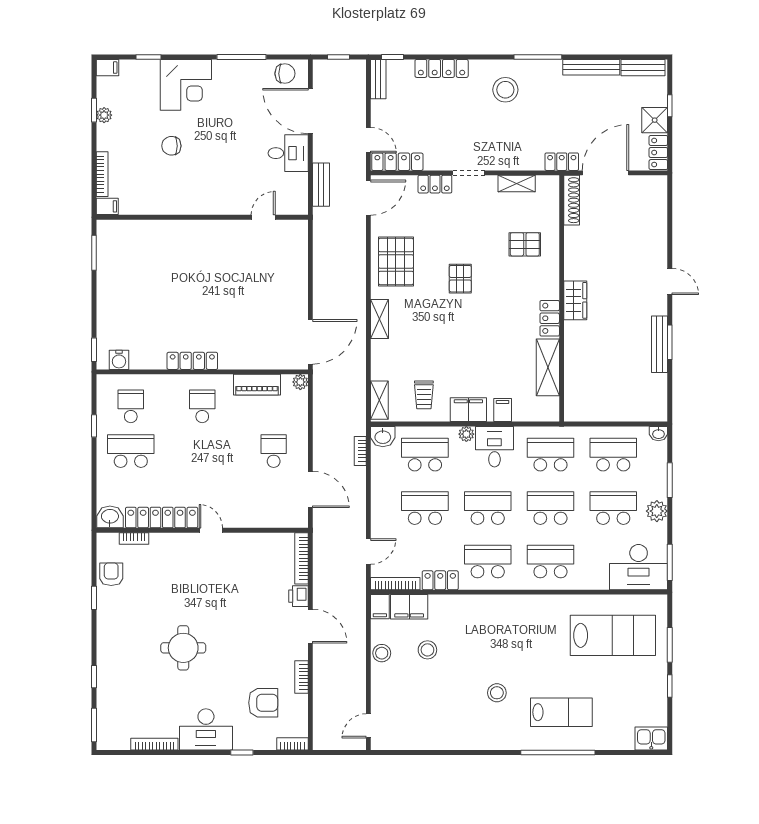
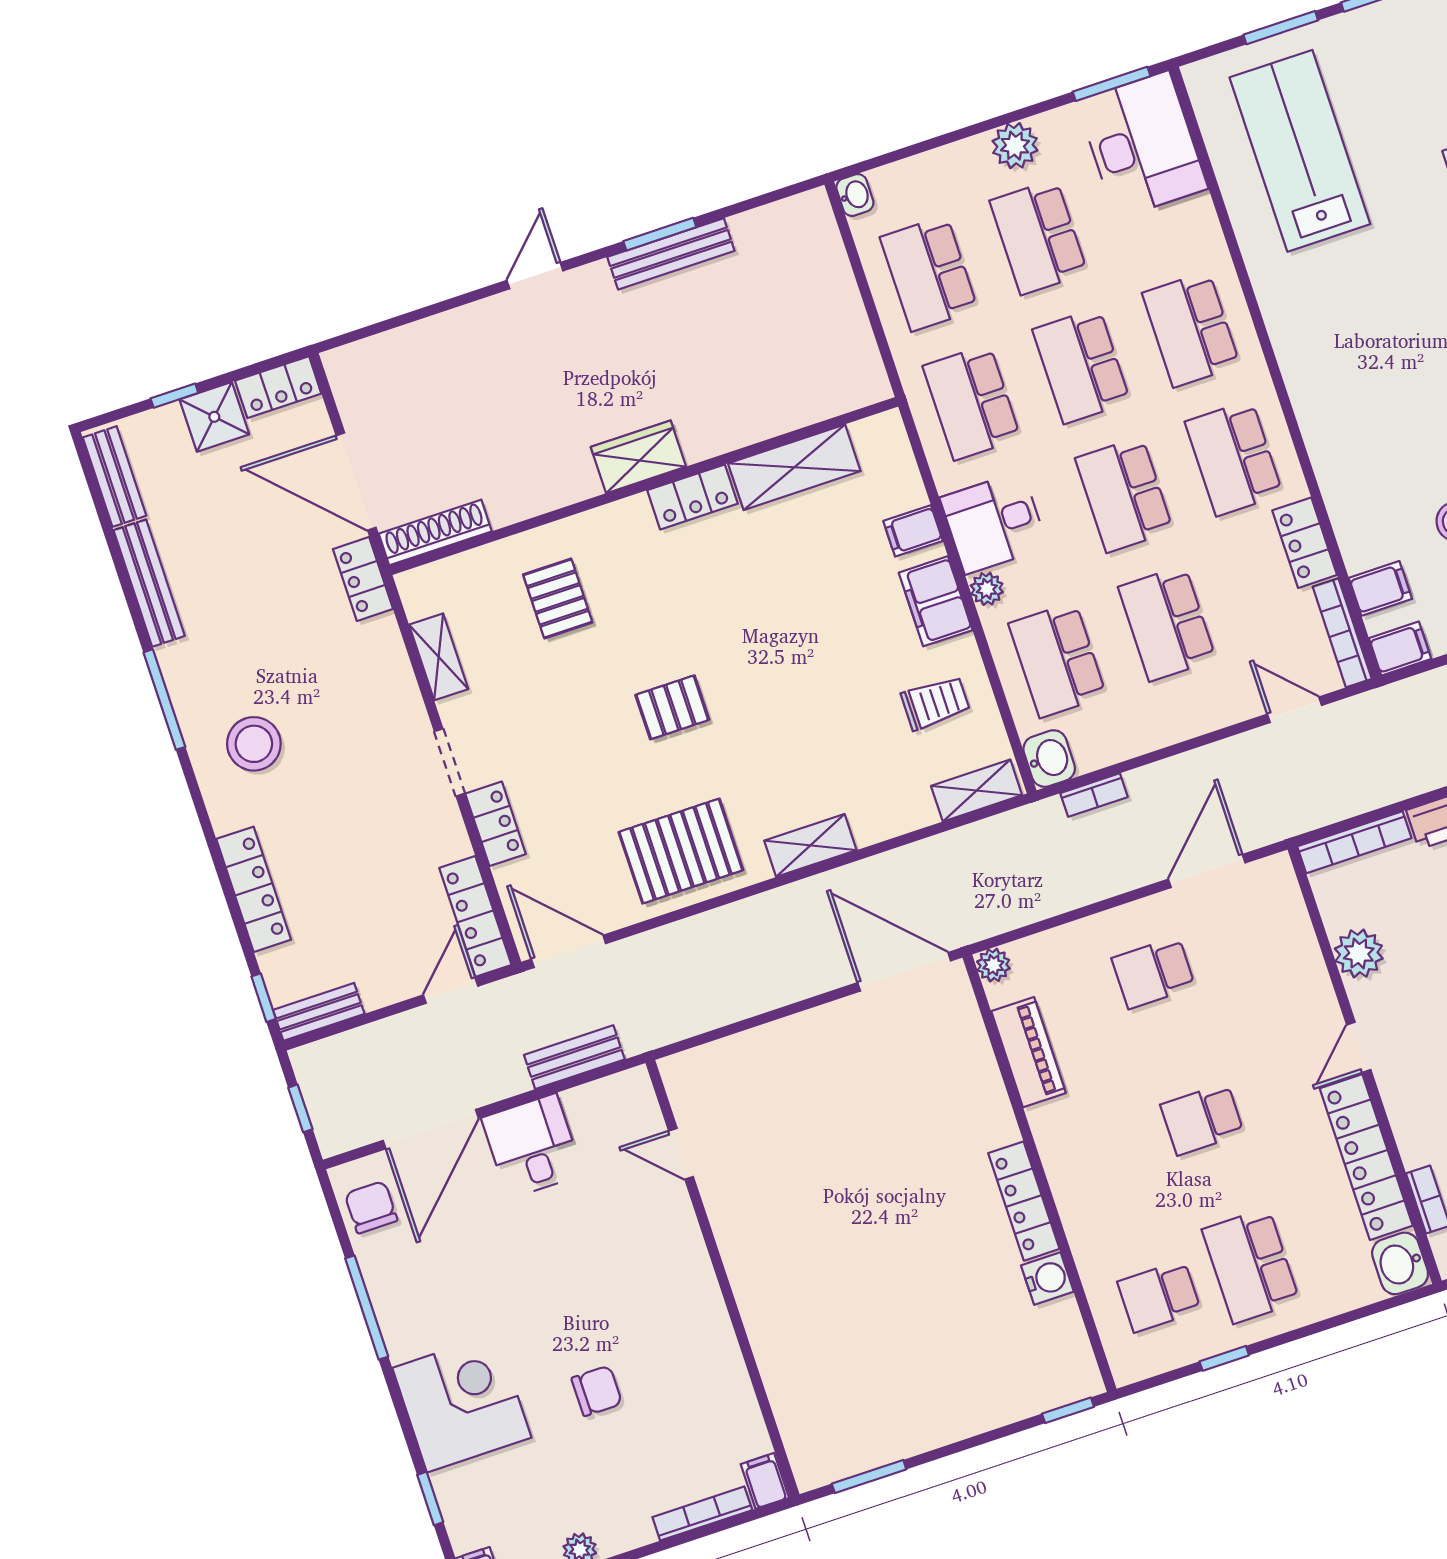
chair: (171, 146) -> (597, 1391), turned -90
water cooler: (119, 360) -> (1047, 1279), moved
school desk: (202, 406) -> (1202, 1119), moved
window: (670, 480) -> (943, 140), removed
plant: (252, 544) -> (1359, 953), added
filing cabinet: (409, 607) -> (1380, 588), width x0.50

